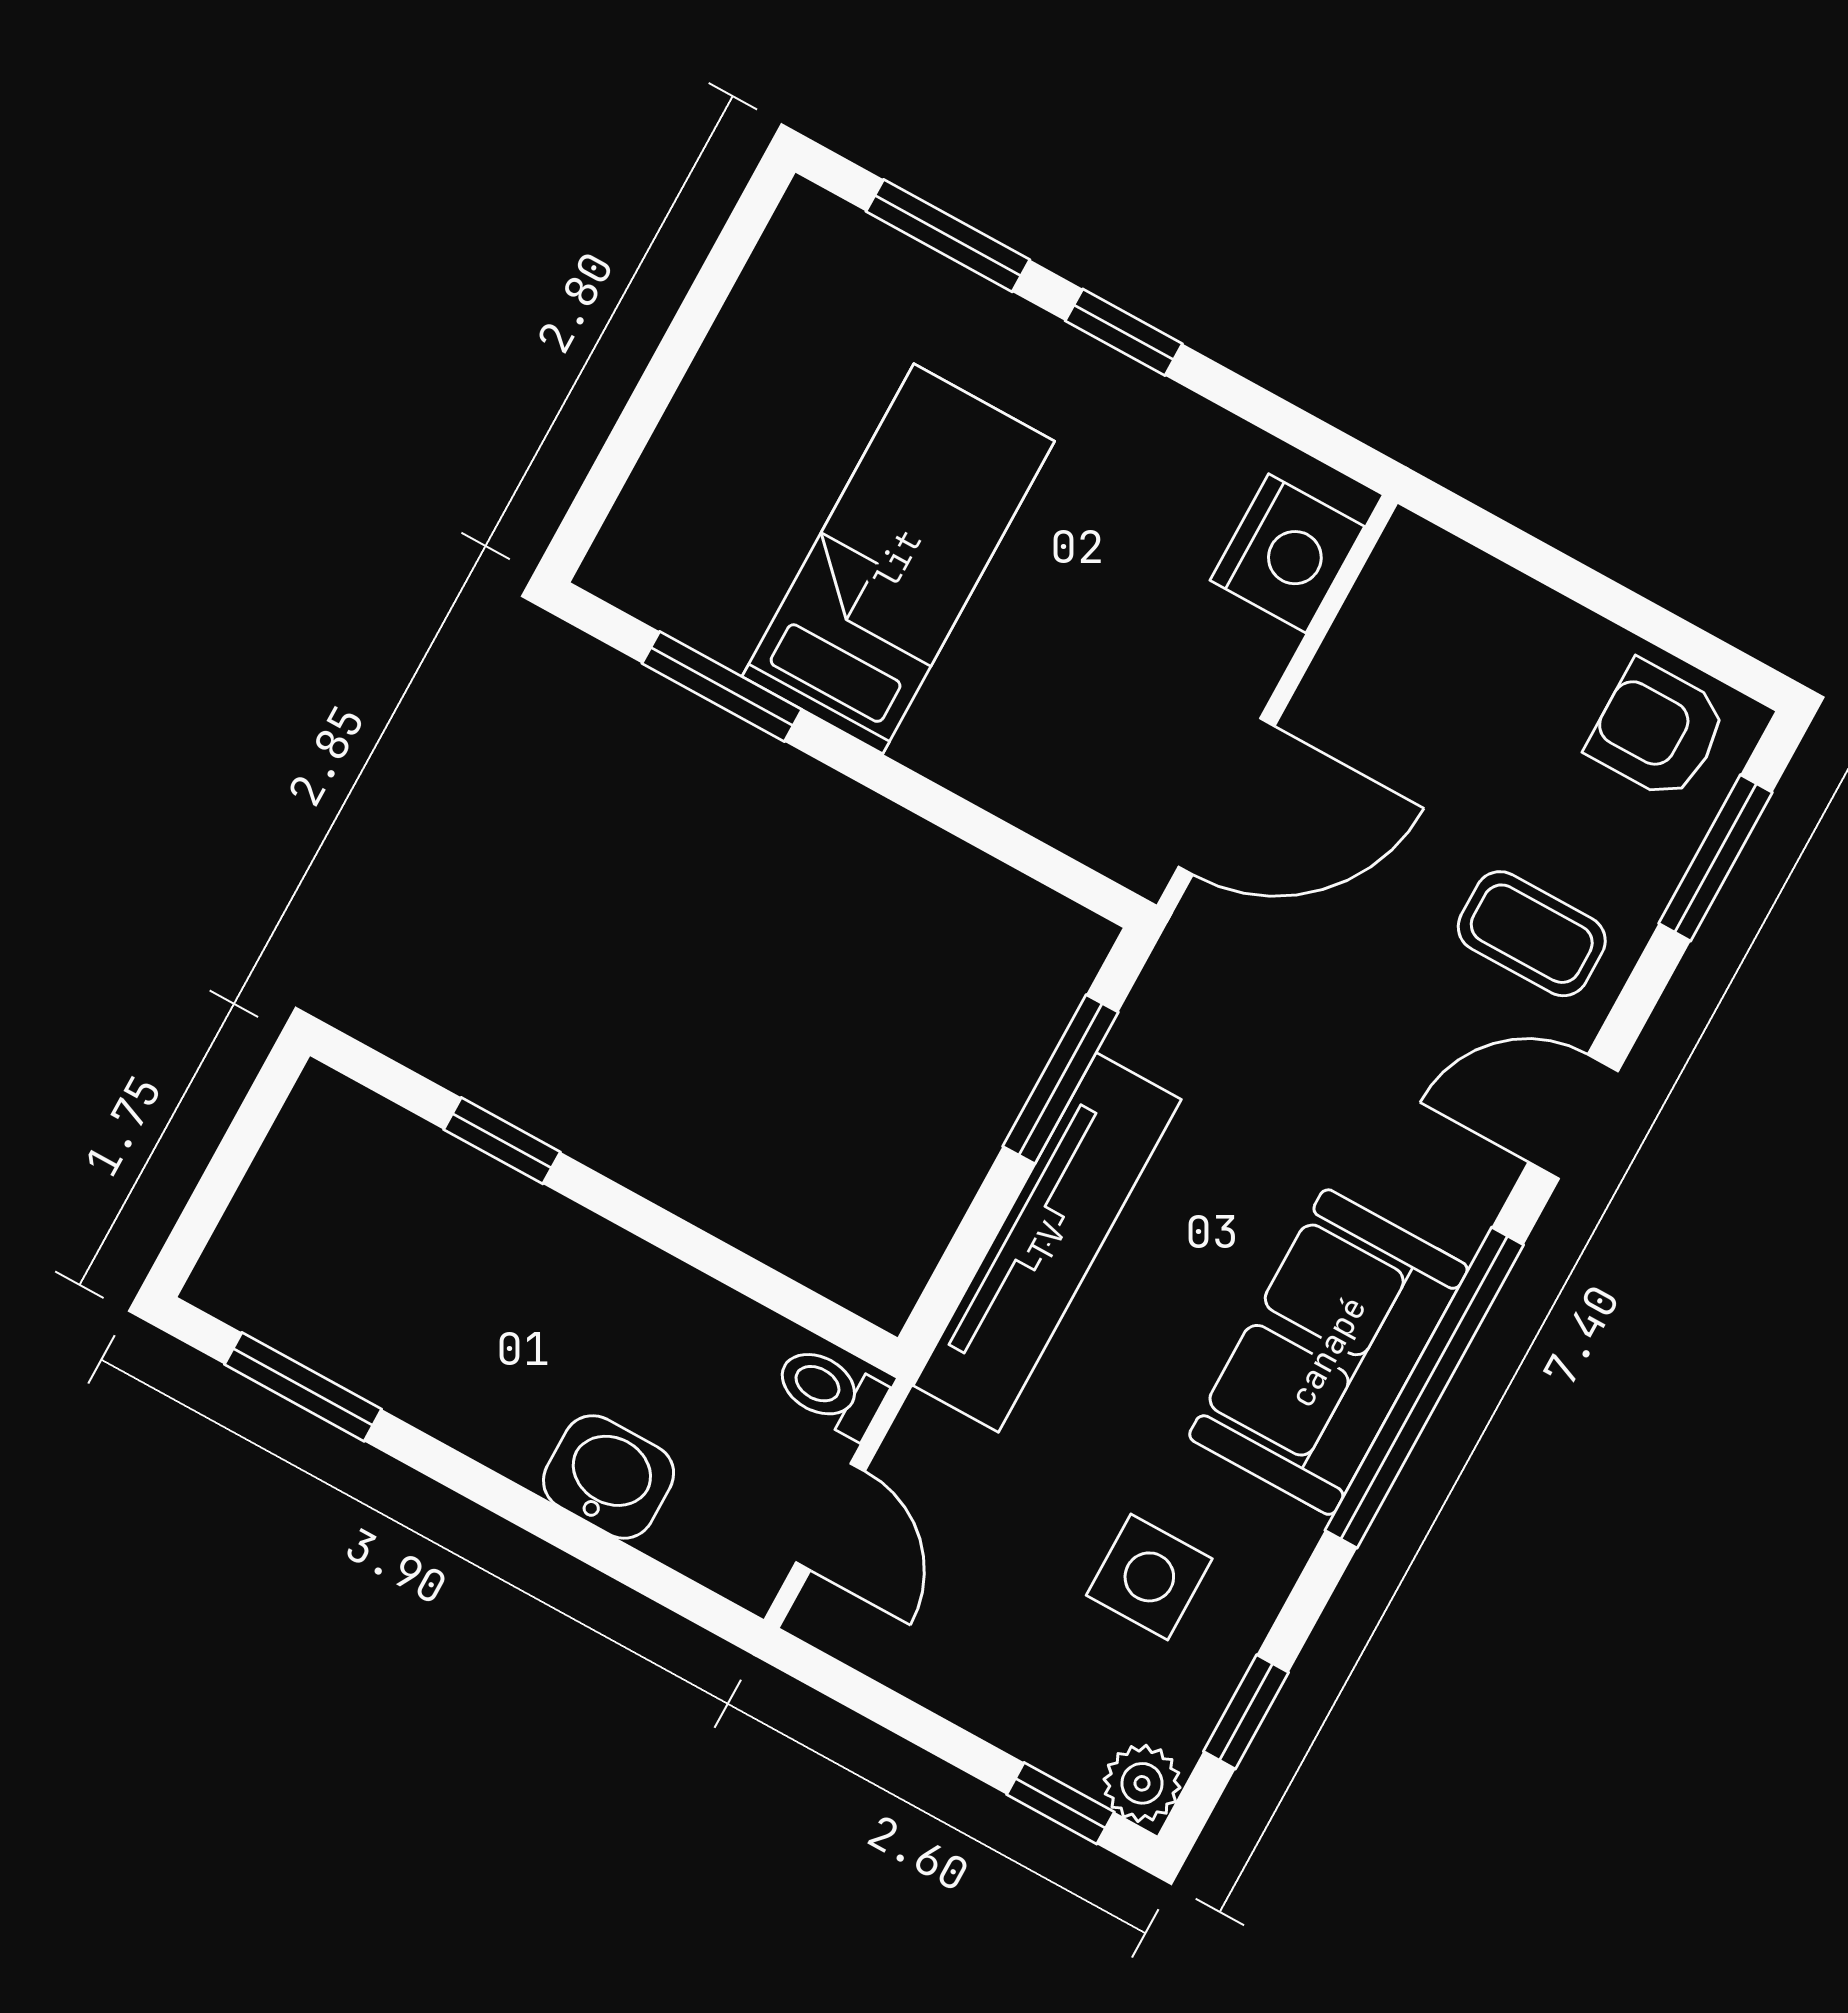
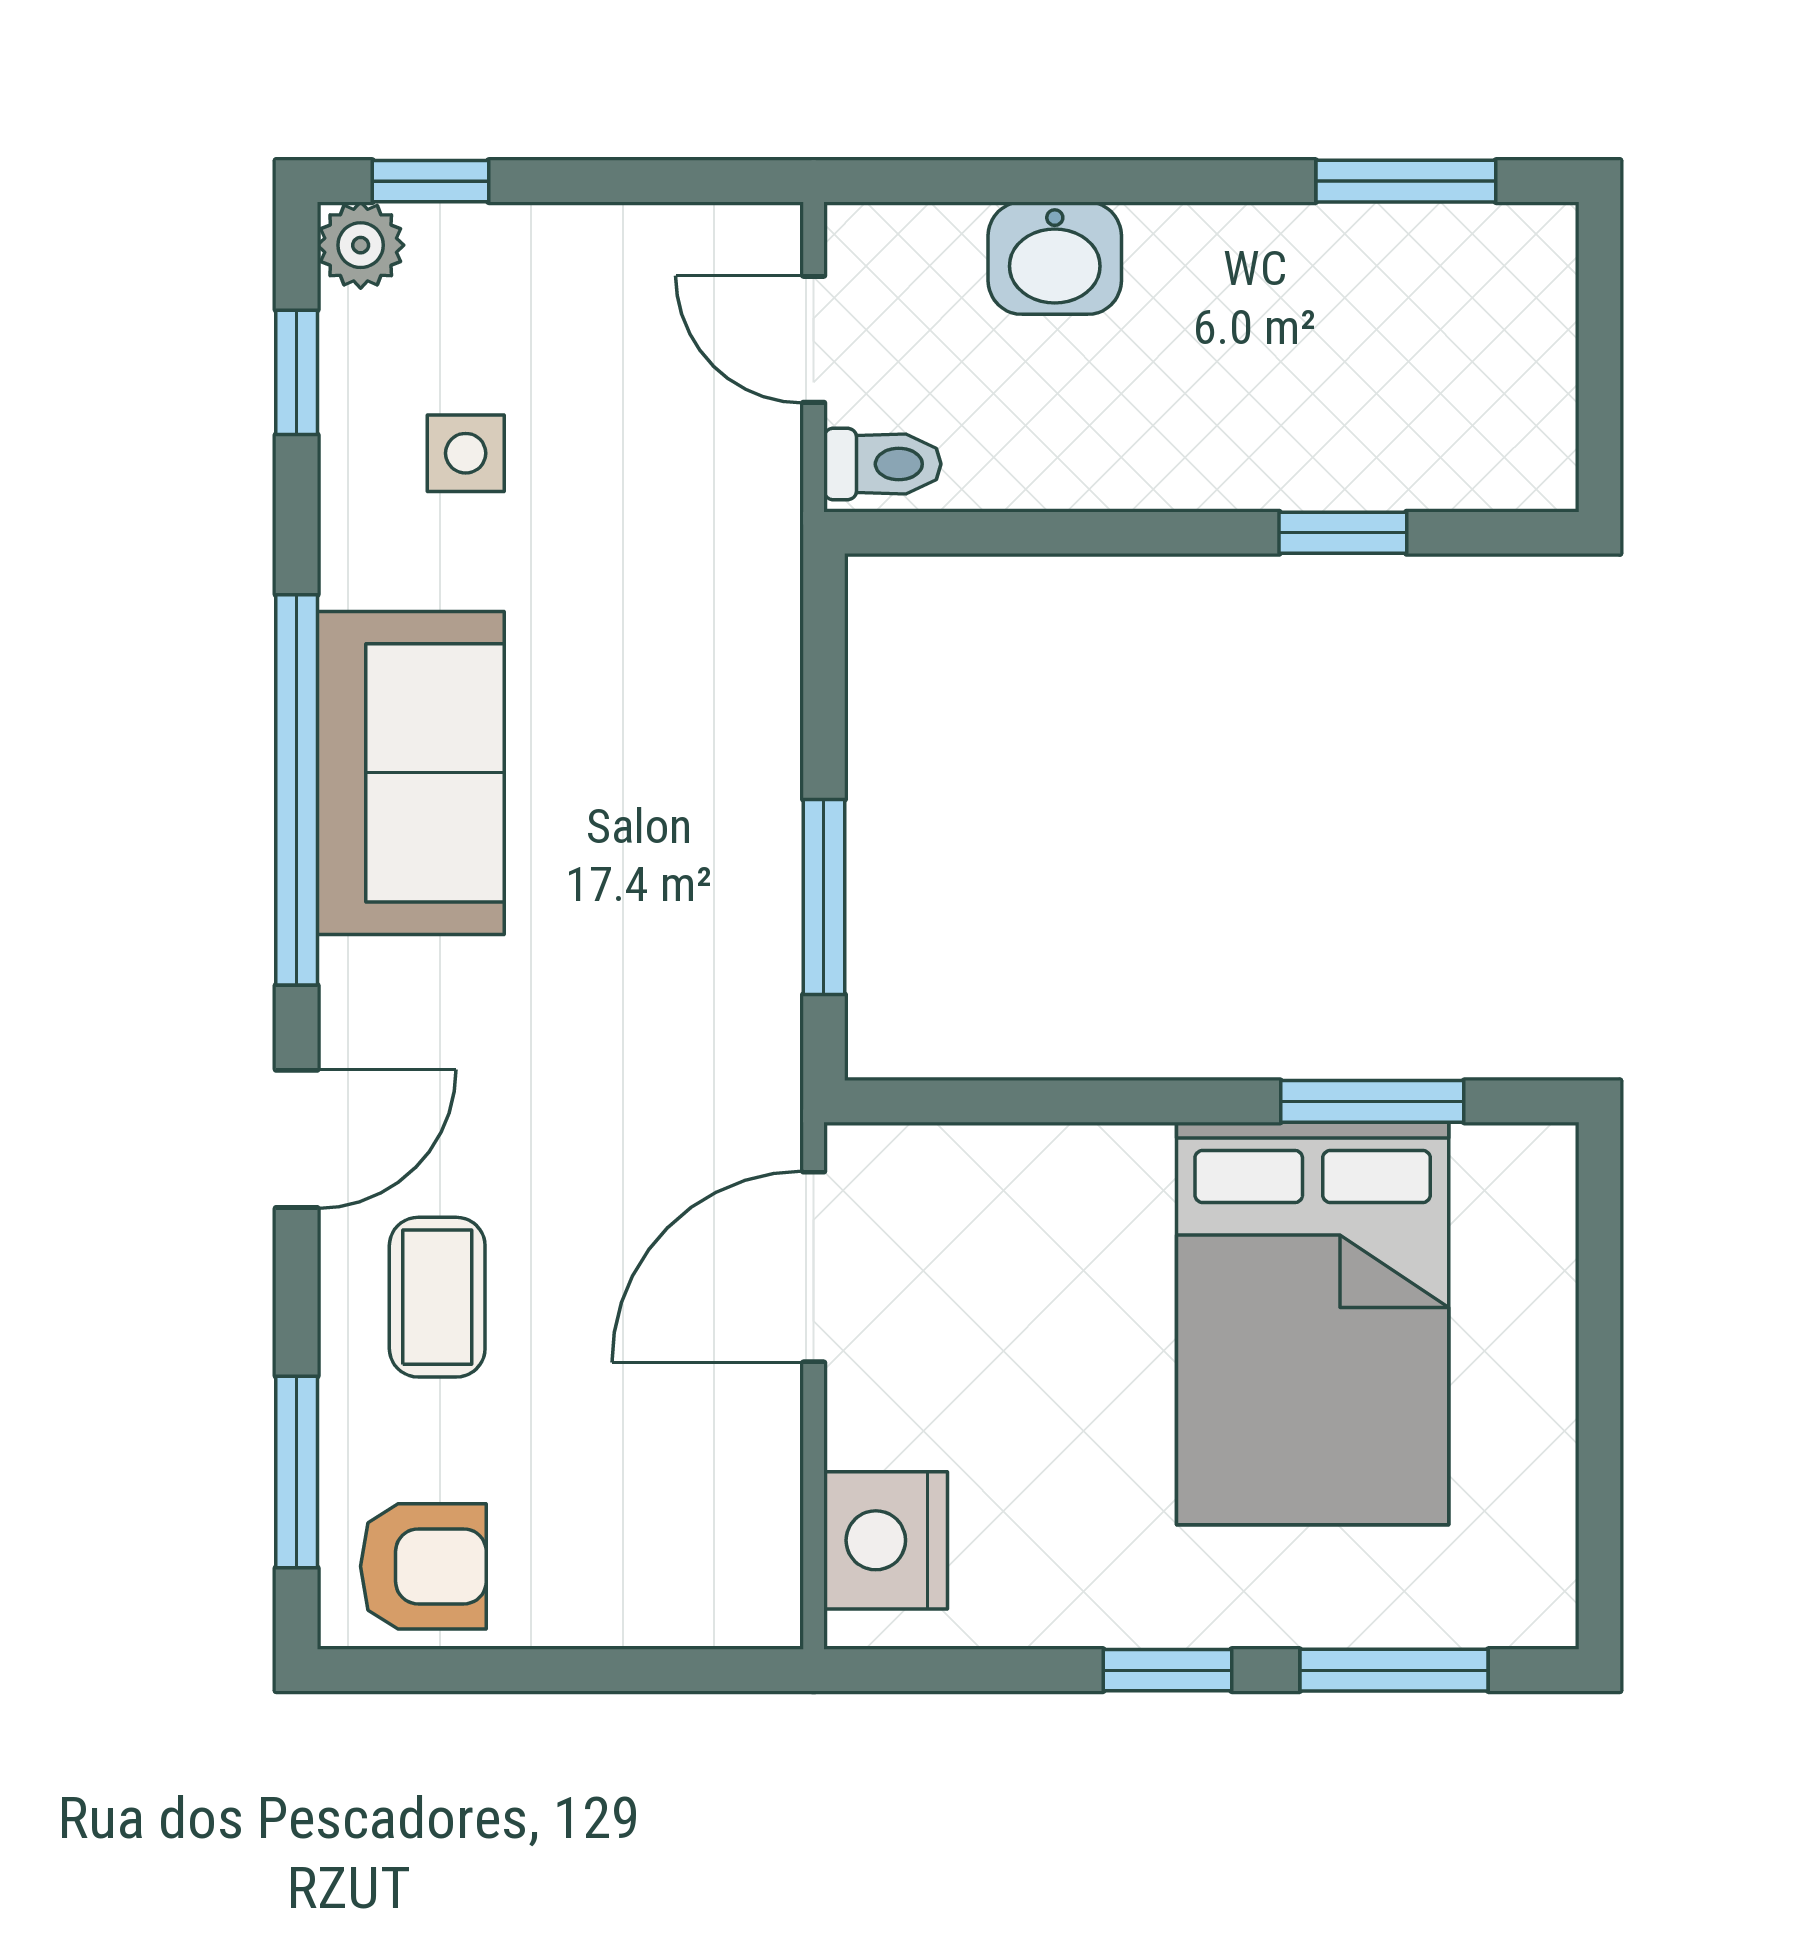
bed: (898, 559) -> (1313, 1323), width x1.50
coffee table: (1532, 934) -> (437, 1297), turned 90
tv unit: (1047, 1242) -> (748, 728), removed
side table: (1149, 1577) -> (466, 453), width x0.73, depth x0.73

